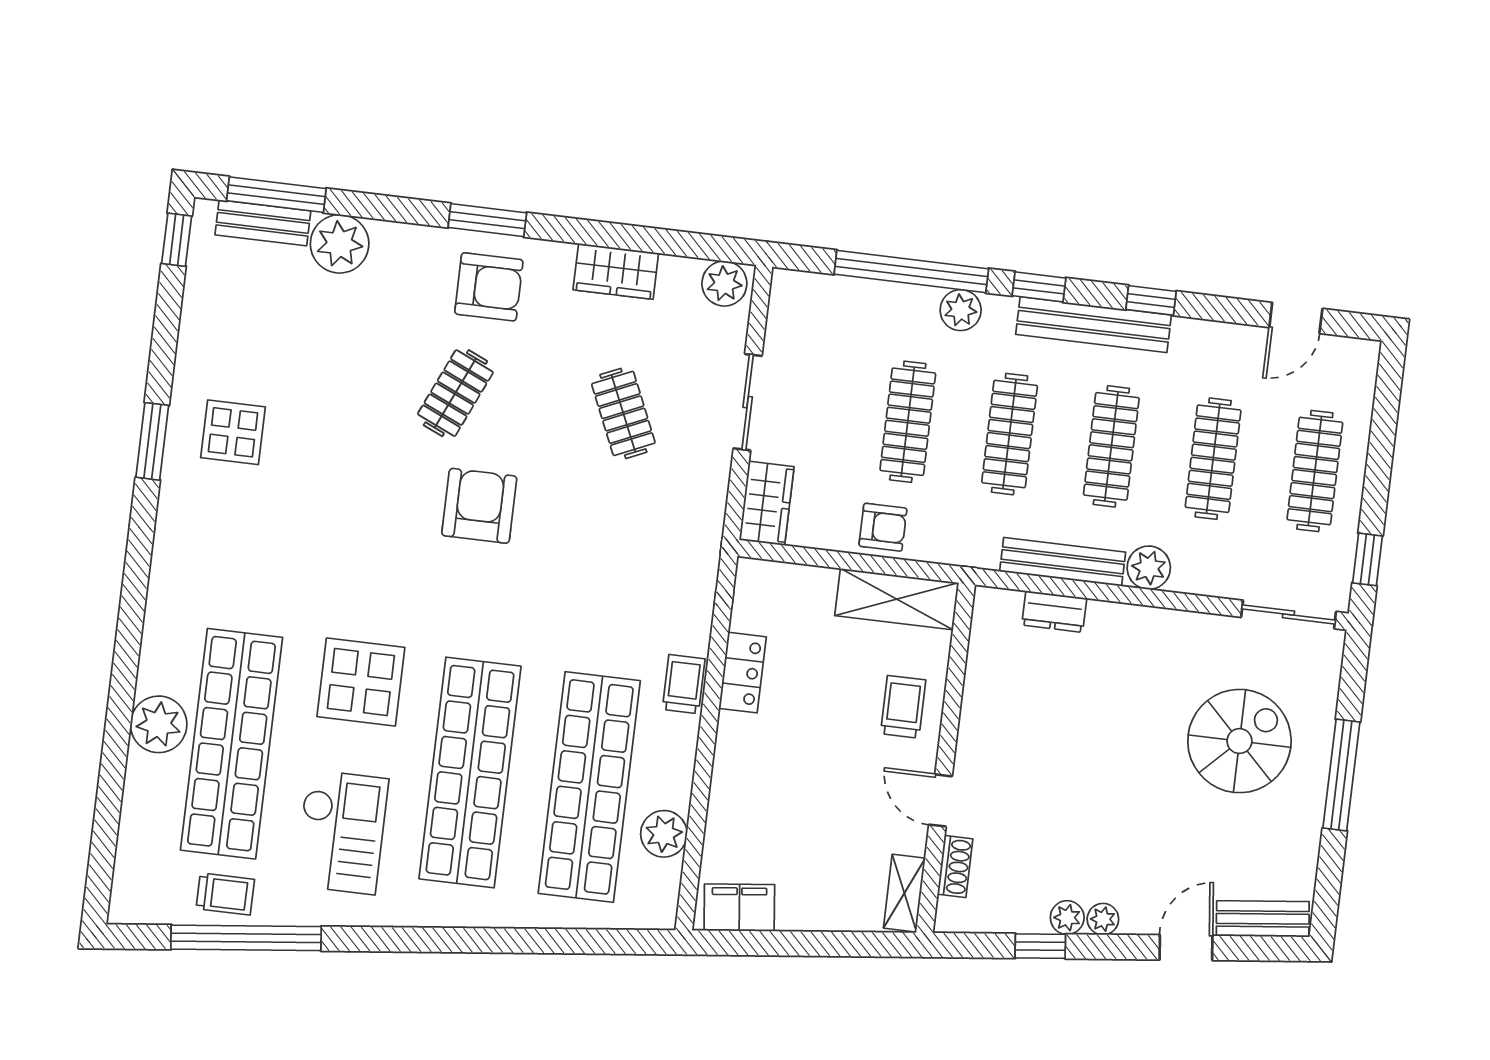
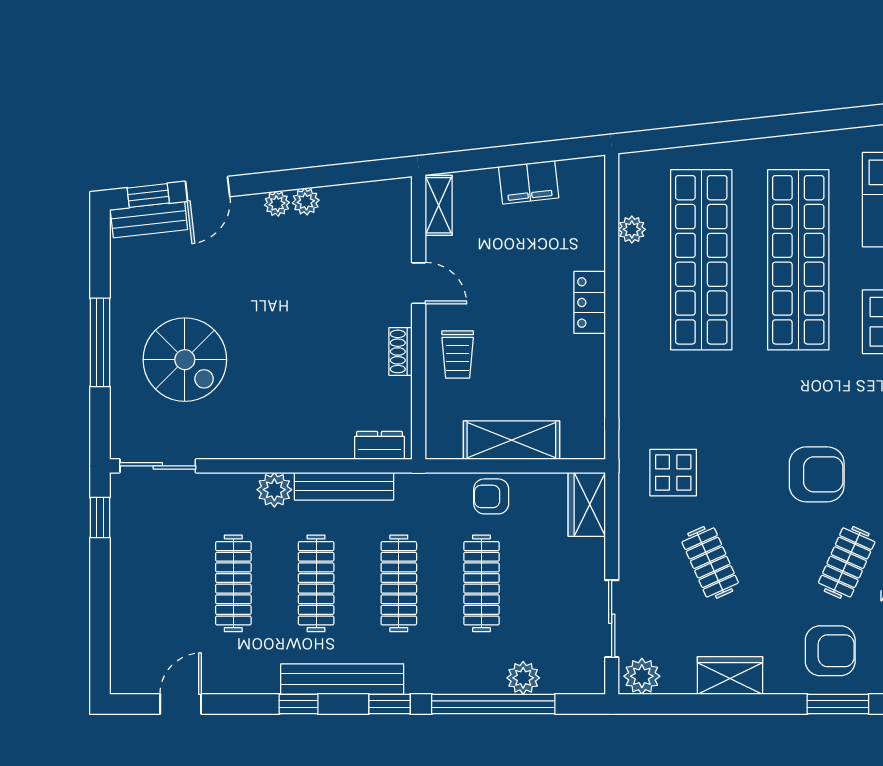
armchair: (489, 287) -> (830, 651), turned 180
plant: (961, 310) -> (523, 678), moved
sliding door: (748, 402) -> (612, 619), moved
clothes rail: (1315, 471) -> (151, 583), removed
armchair: (479, 506) -> (817, 474), turned -90
display table: (656, 529) -> (673, 473), added
shelving: (897, 599) -> (511, 440), moved
dresser: (1054, 612) -> (379, 445), moved
locker: (742, 673) -> (590, 302), moved
trolley: (684, 684) -> (636, 351), removed
spiral stairs: (1239, 741) -> (185, 360), turned -90
plant: (664, 834) -> (632, 229), width x0.73, depth x0.73
shoe rack: (955, 867) -> (401, 351), moved
filing cabinet: (739, 908) -> (529, 182), moved
window: (1040, 946) -> (148, 195), moved

